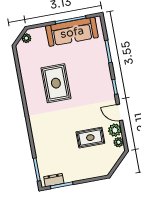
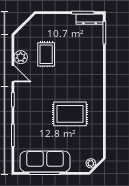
rug: (56, 83) -> (70, 114), turned 90
rug: (90, 138) -> (46, 54), turned 90
plant: (119, 142) -> (19, 45), removed
dresser: (54, 180) -> (90, 19), width x1.44

